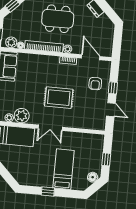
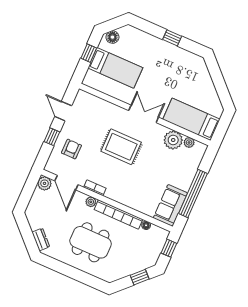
plant: (11, 42) -> (45, 183), moved
bed: (64, 169) -> (115, 68), moved, turned -90

